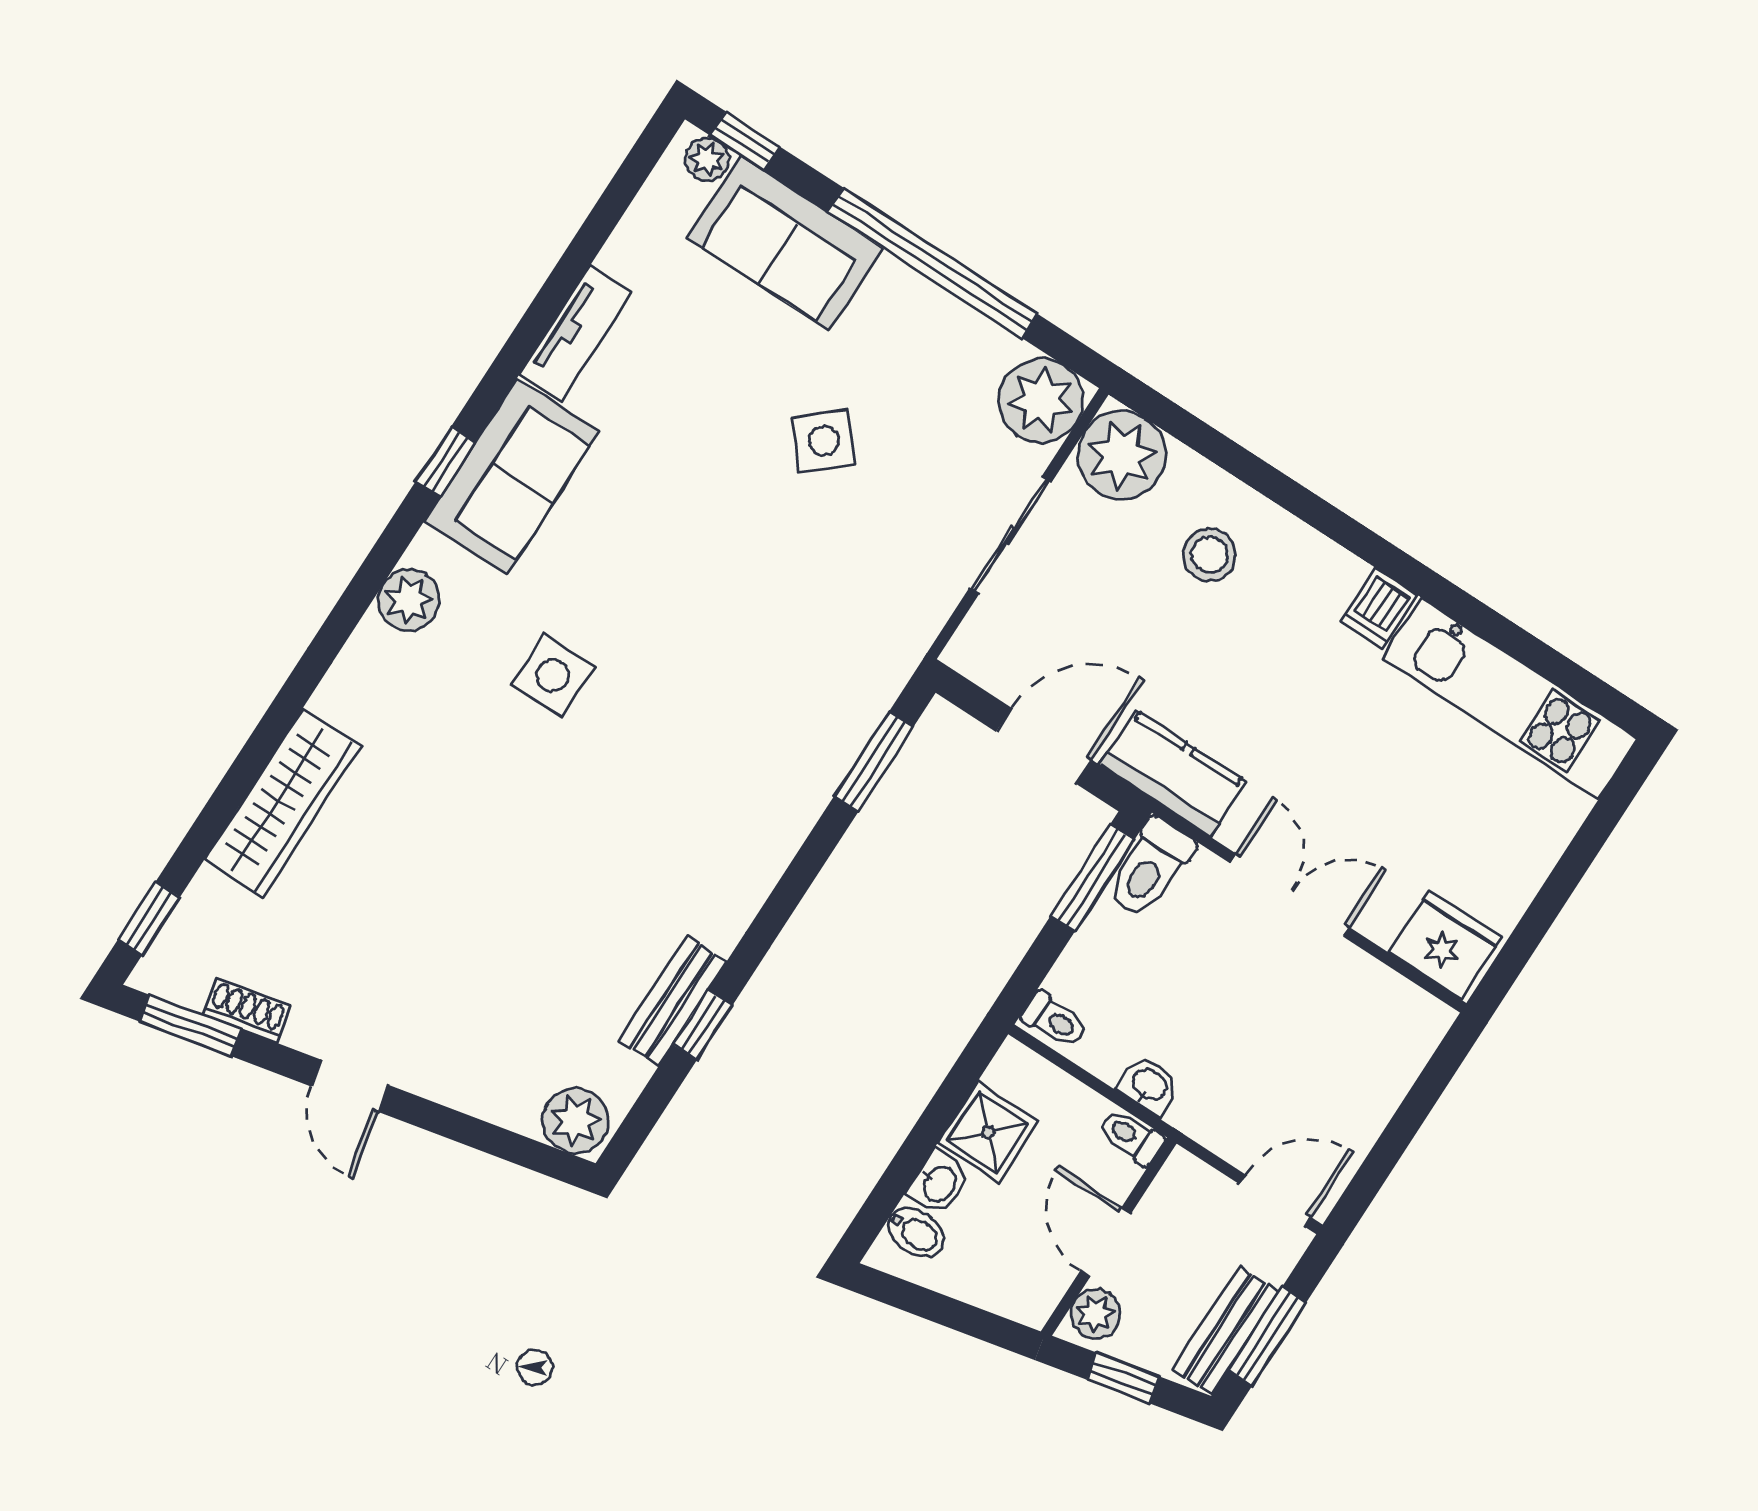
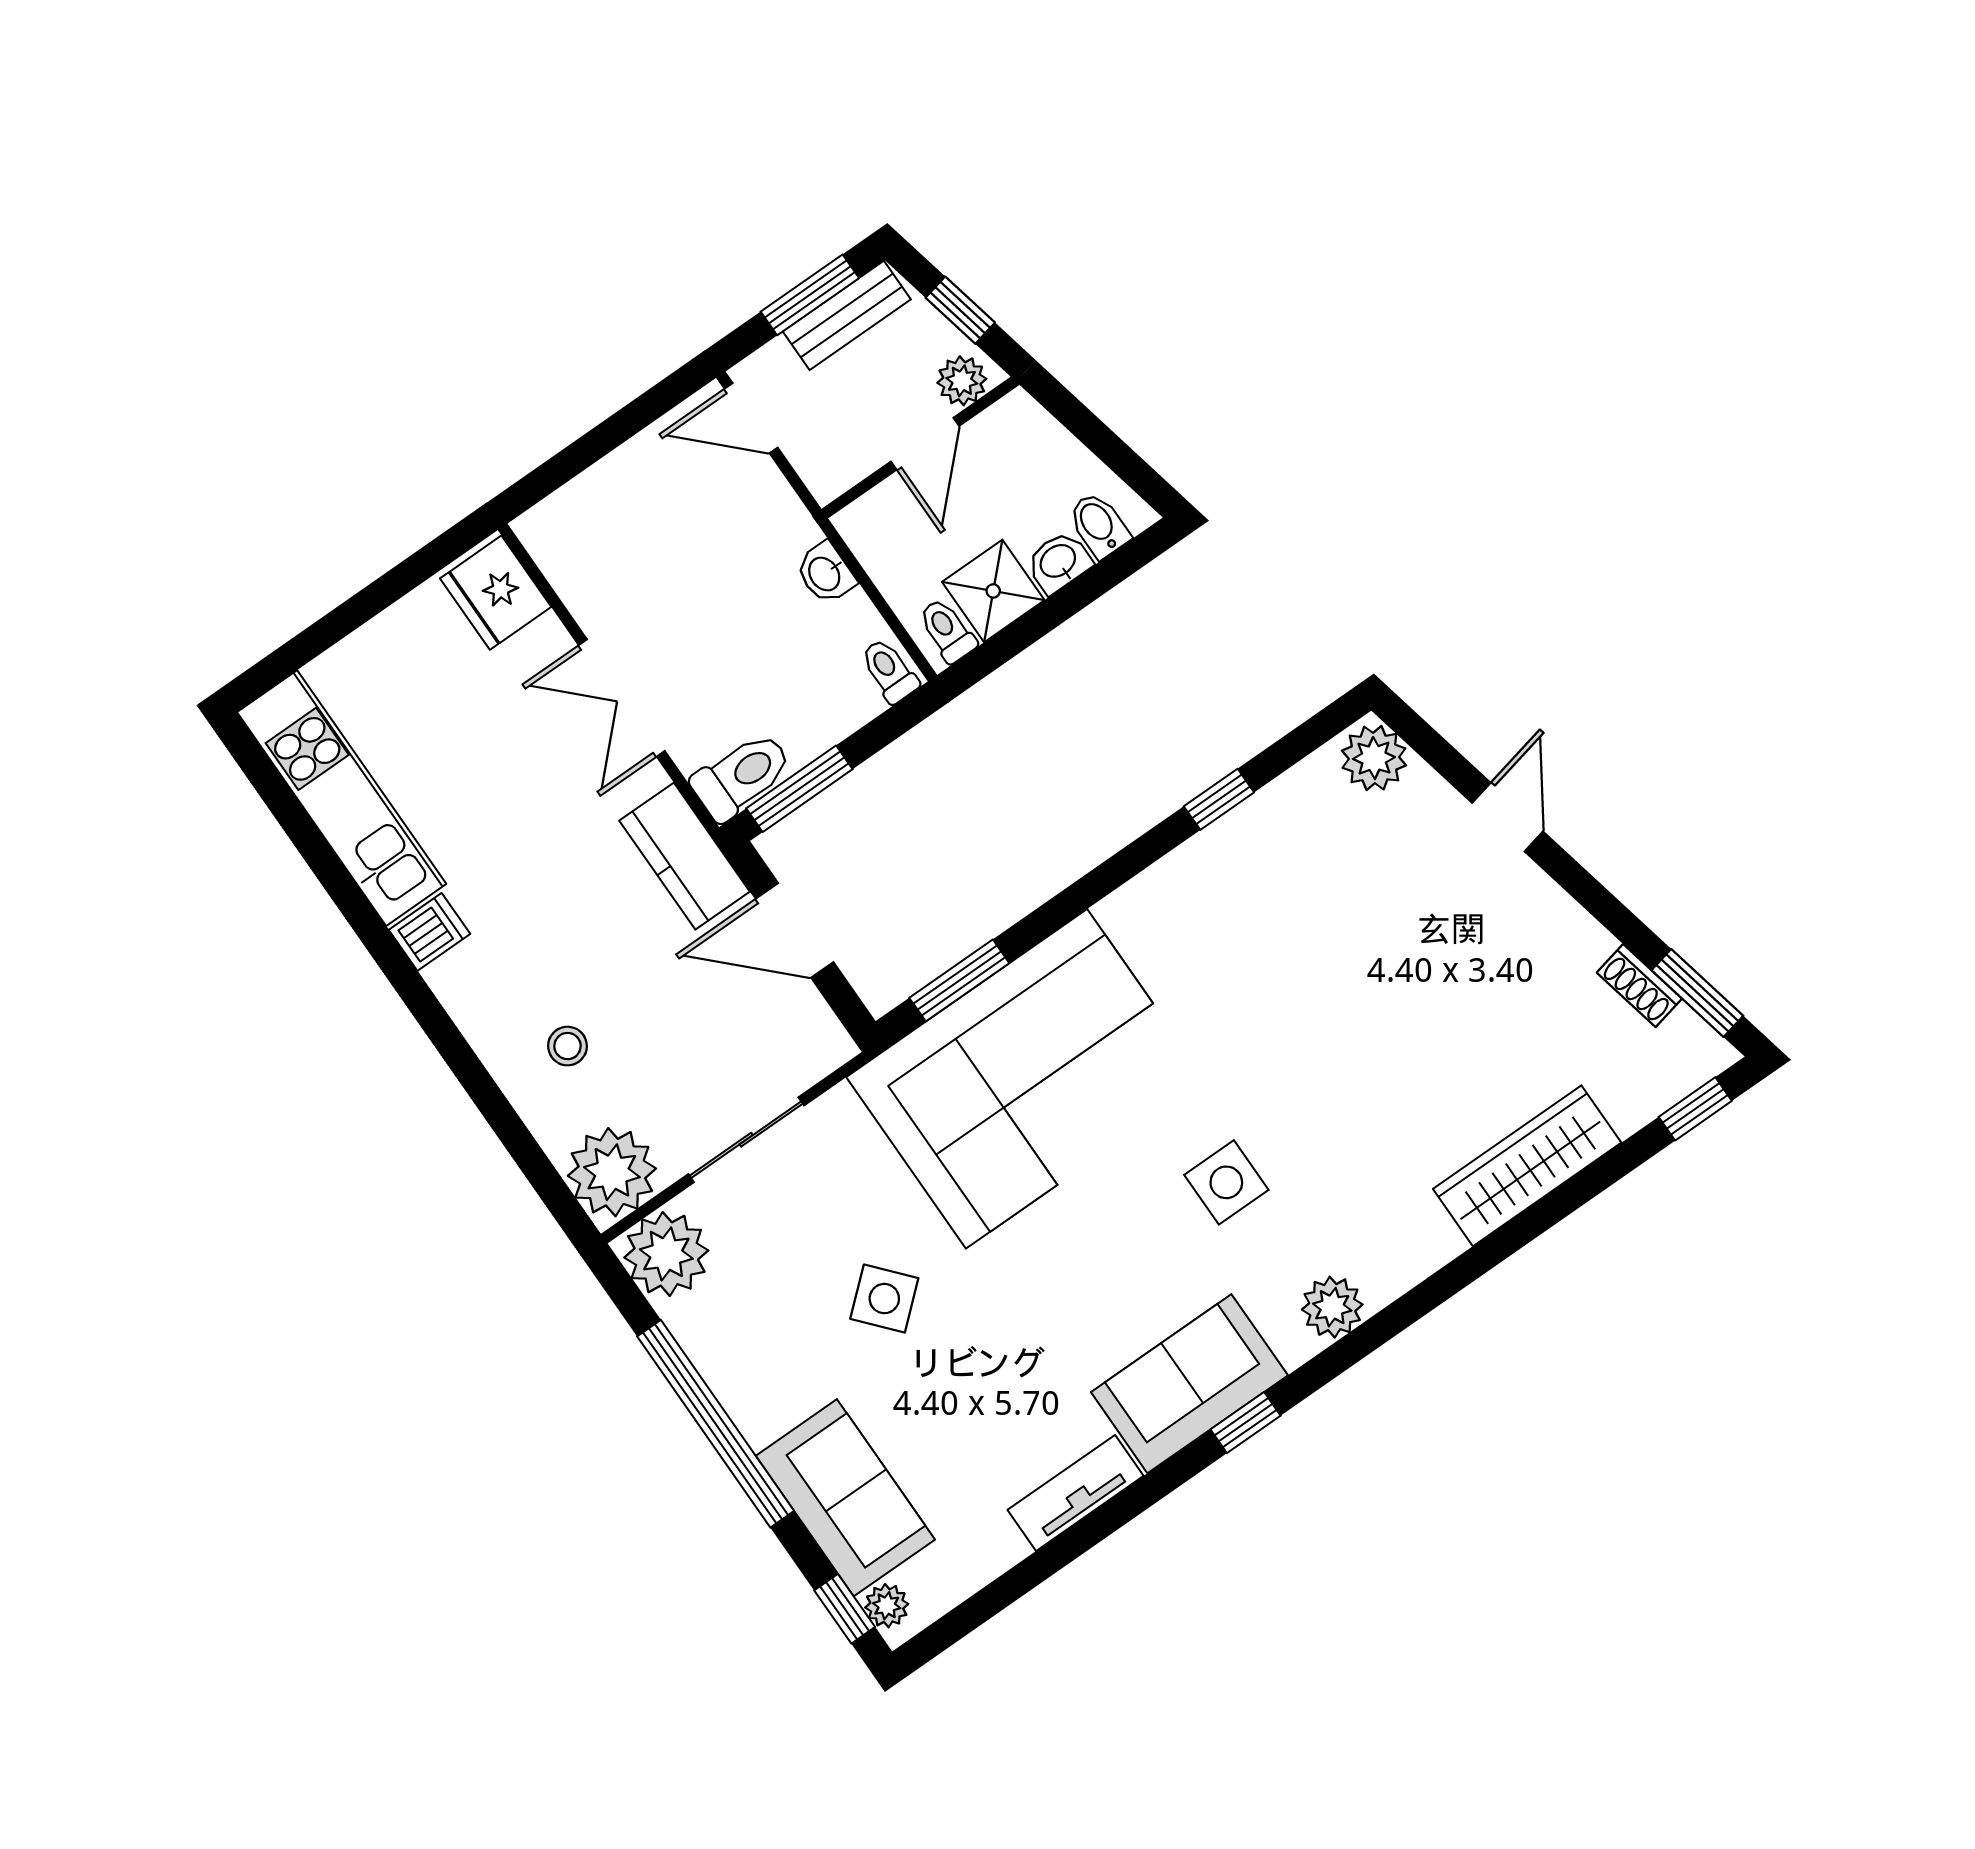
stool: (1210, 555) -> (567, 1046), width x0.73, depth x0.73
corner sofa: (775, 696) -> (1027, 1079), added
bench: (673, 1001) -> (1238, 833), removed
door: (350, 1086) -> (1508, 817), moved
toilet: (1131, 1136) -> (947, 630), moved, turned 180

